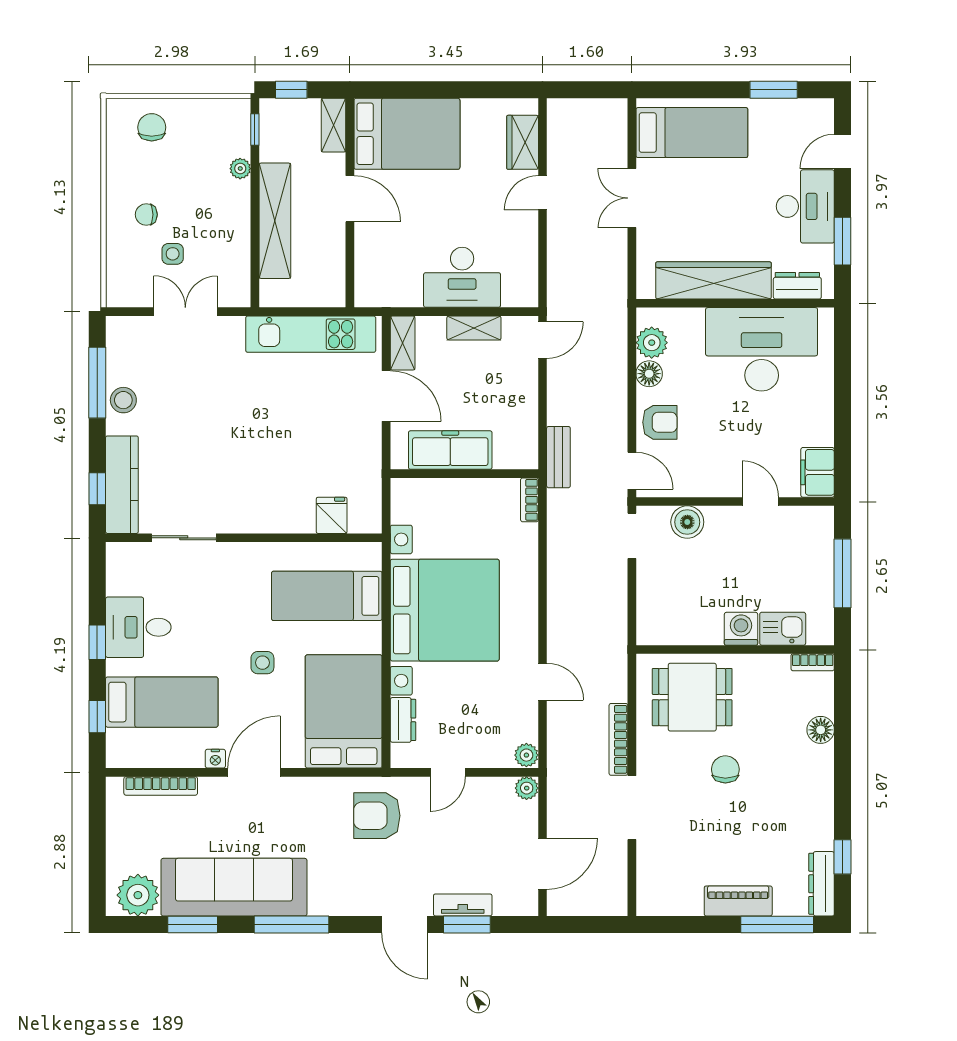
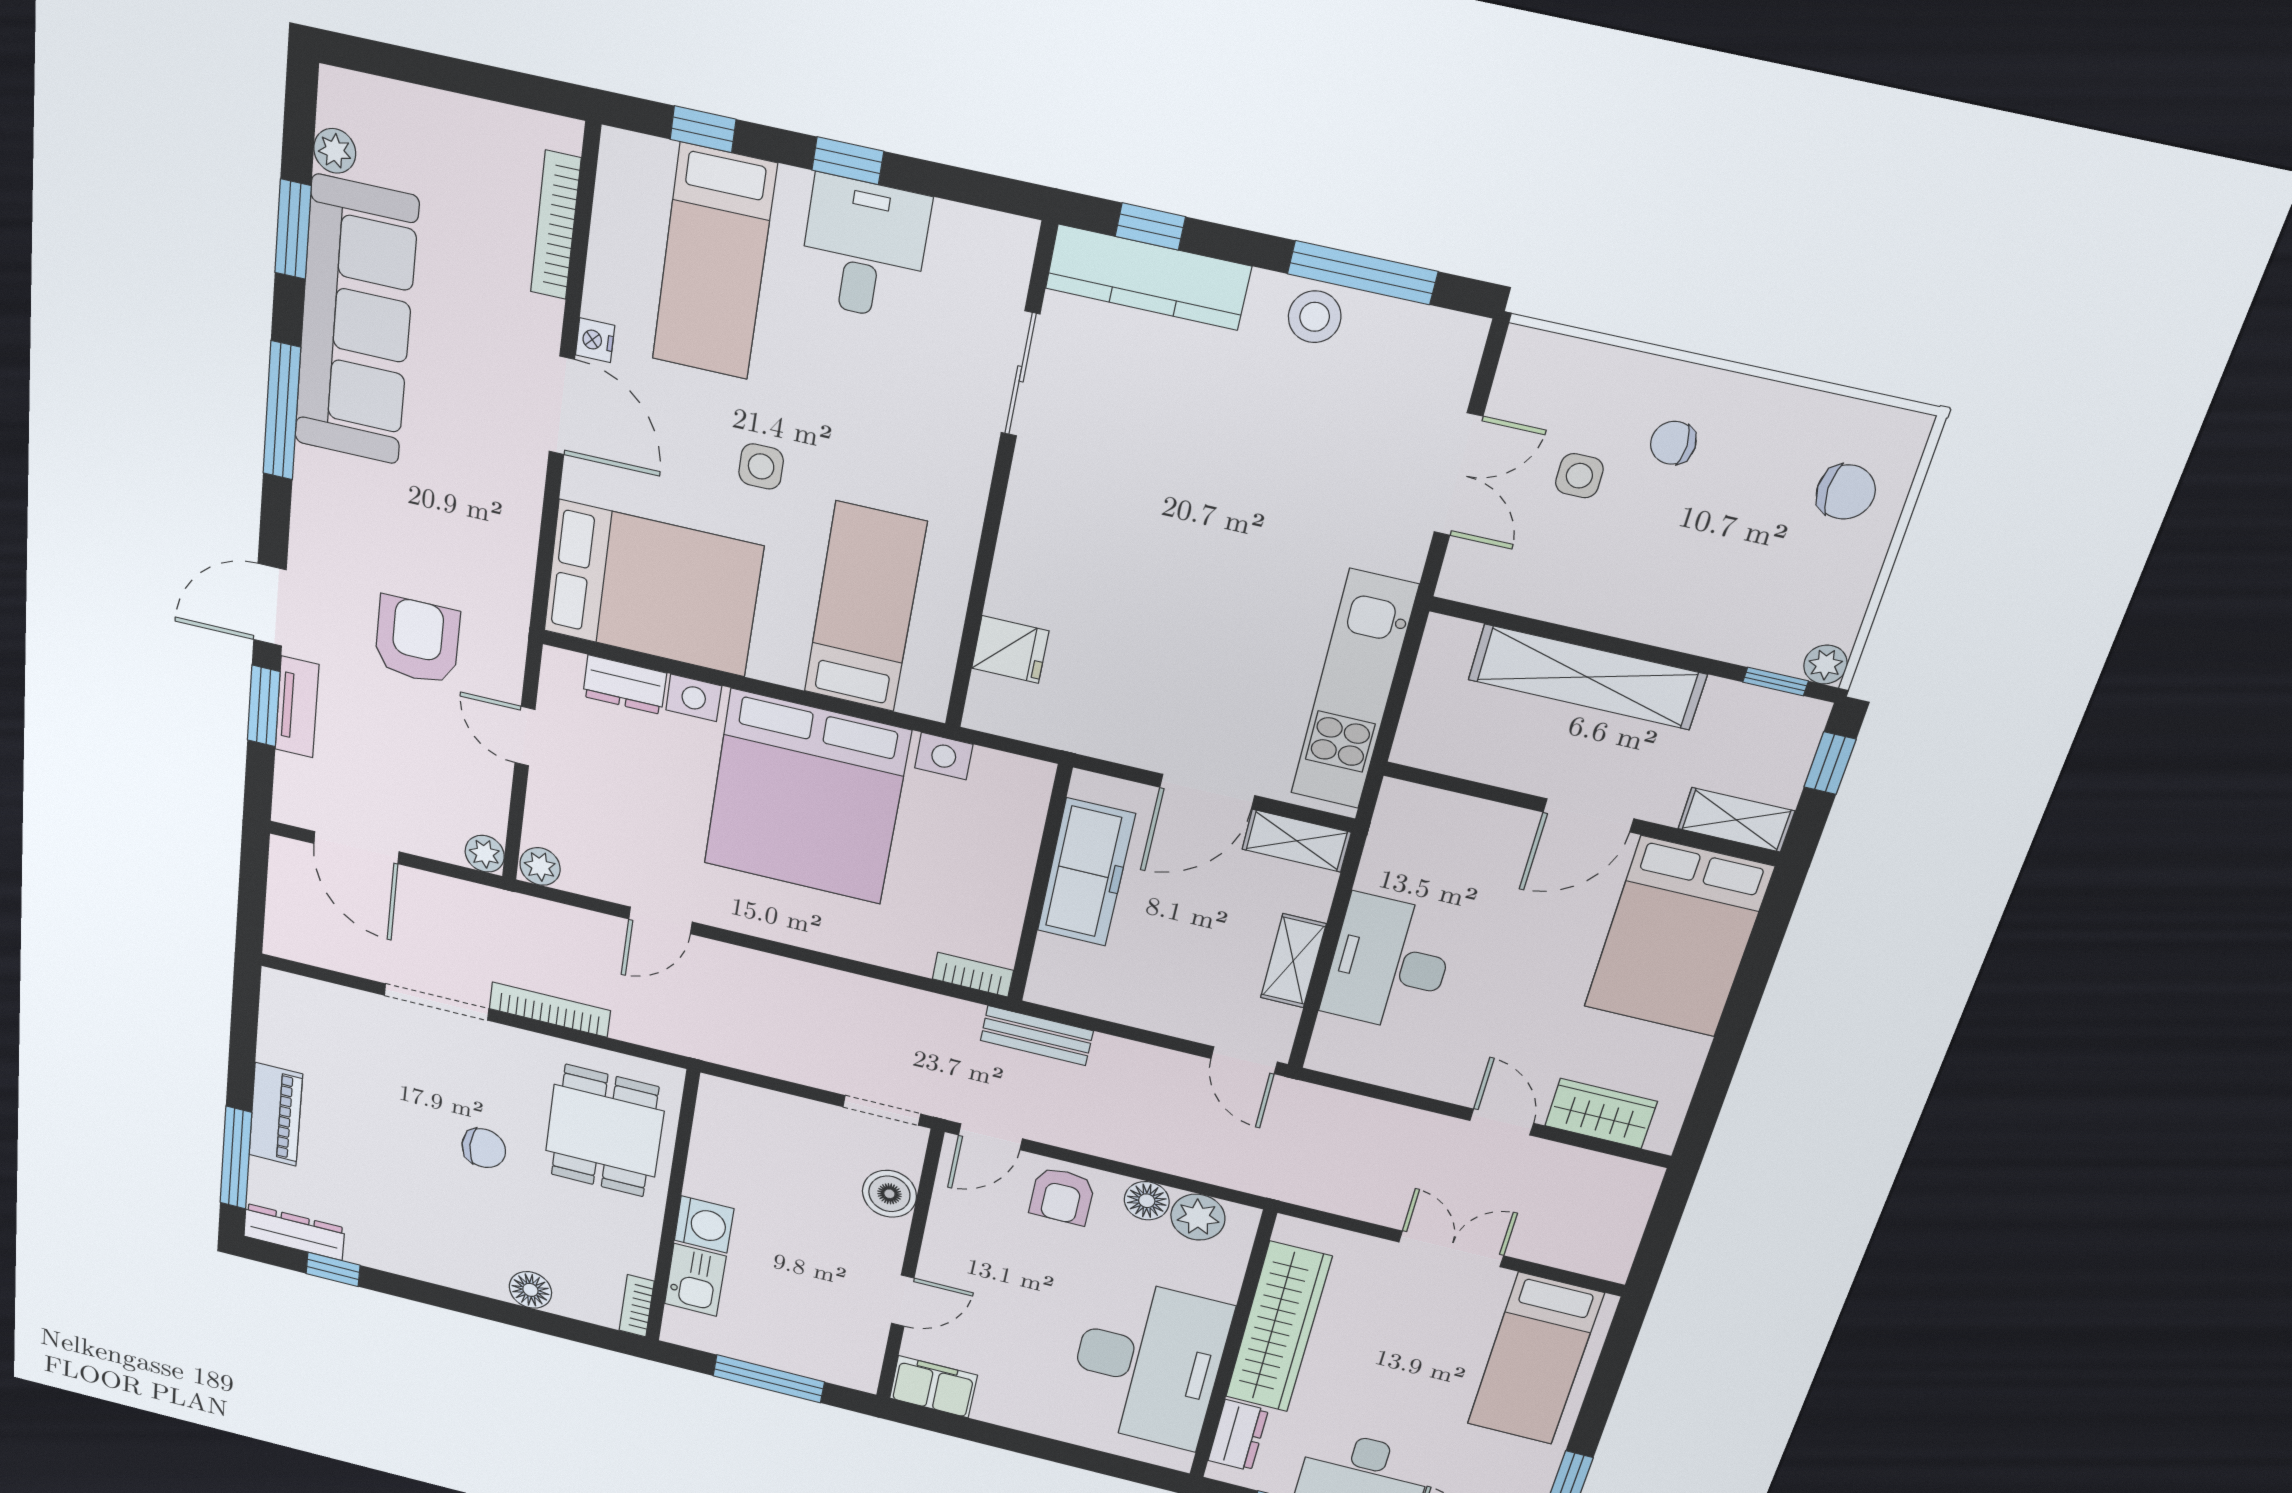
plant: (240, 169) -> (1825, 665), moved
chair: (146, 215) -> (1673, 443), turned -90
armchair: (377, 816) -> (417, 640), moved
plant: (138, 895) -> (335, 151), width x0.53, depth x0.53

